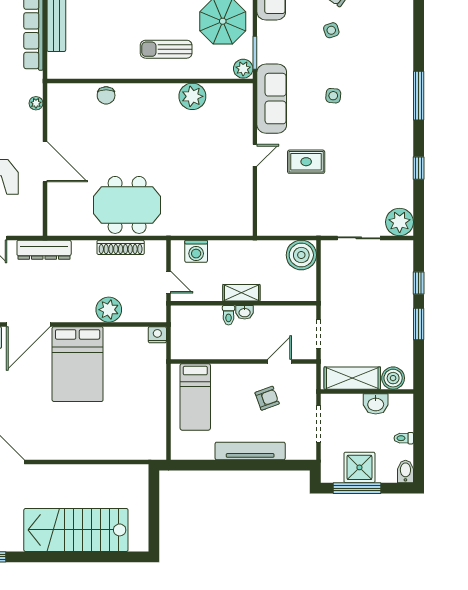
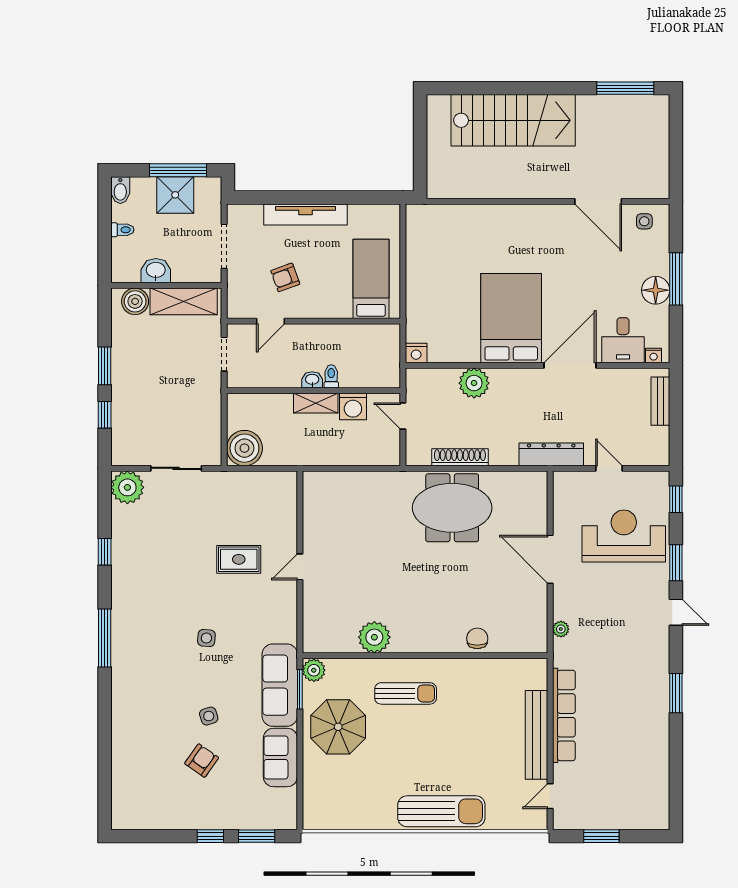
sofa: (272, 99) -> (280, 685), moved
washing machine: (196, 251) -> (353, 407), moved, turned 180

